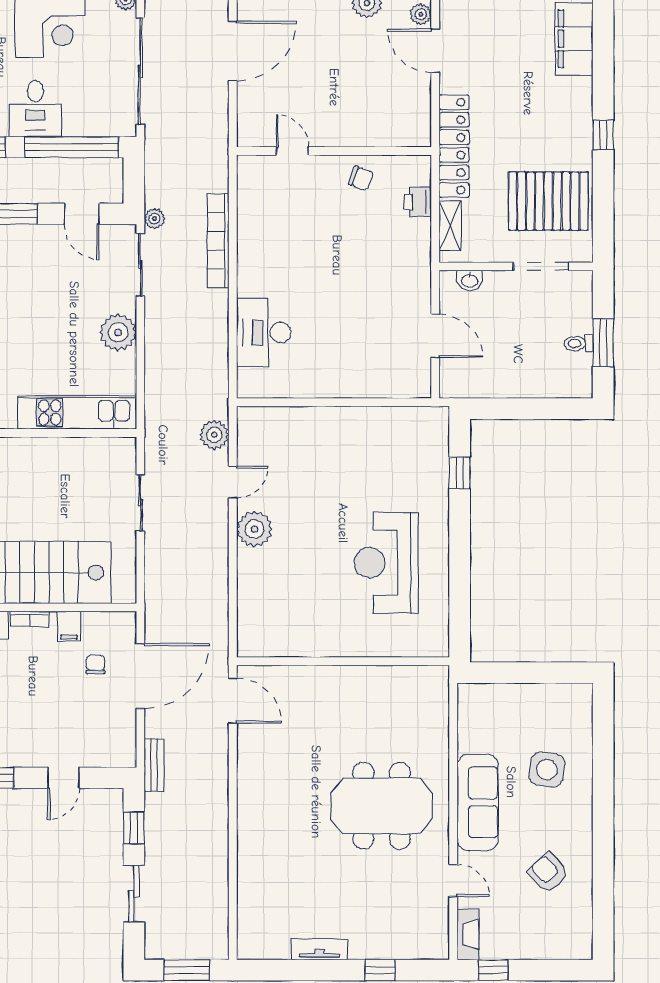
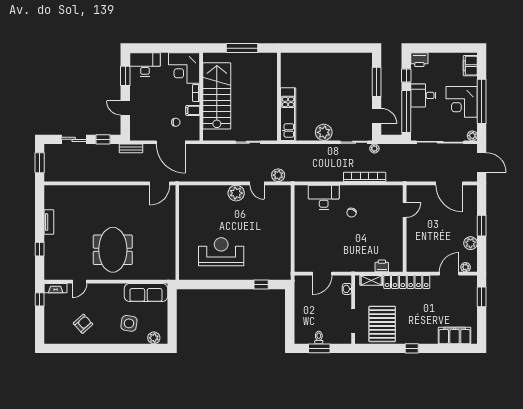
chair: (361, 178) -> (352, 213), moved
door: (82, 214) -> (377, 116), swing flipped
plant: (579, 714) -> (154, 338), added
sofa: (478, 802) -> (146, 292), moved

